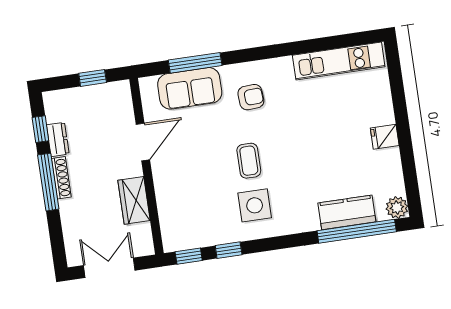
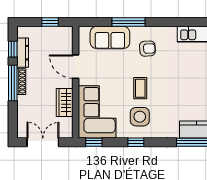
window: (195, 63) -> (128, 22), moved
dresser: (58, 139) -> (23, 53), width x1.44
door: (143, 142) -> (76, 67), swing flipped
corner sofa: (187, 208) -> (97, 112), added
window: (229, 250) -> (136, 142), moved

